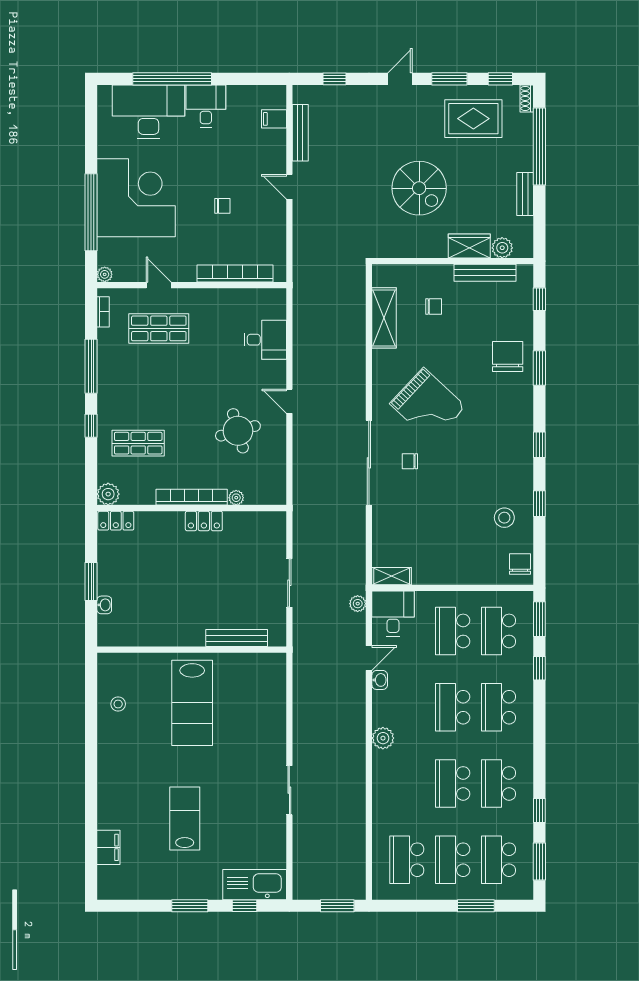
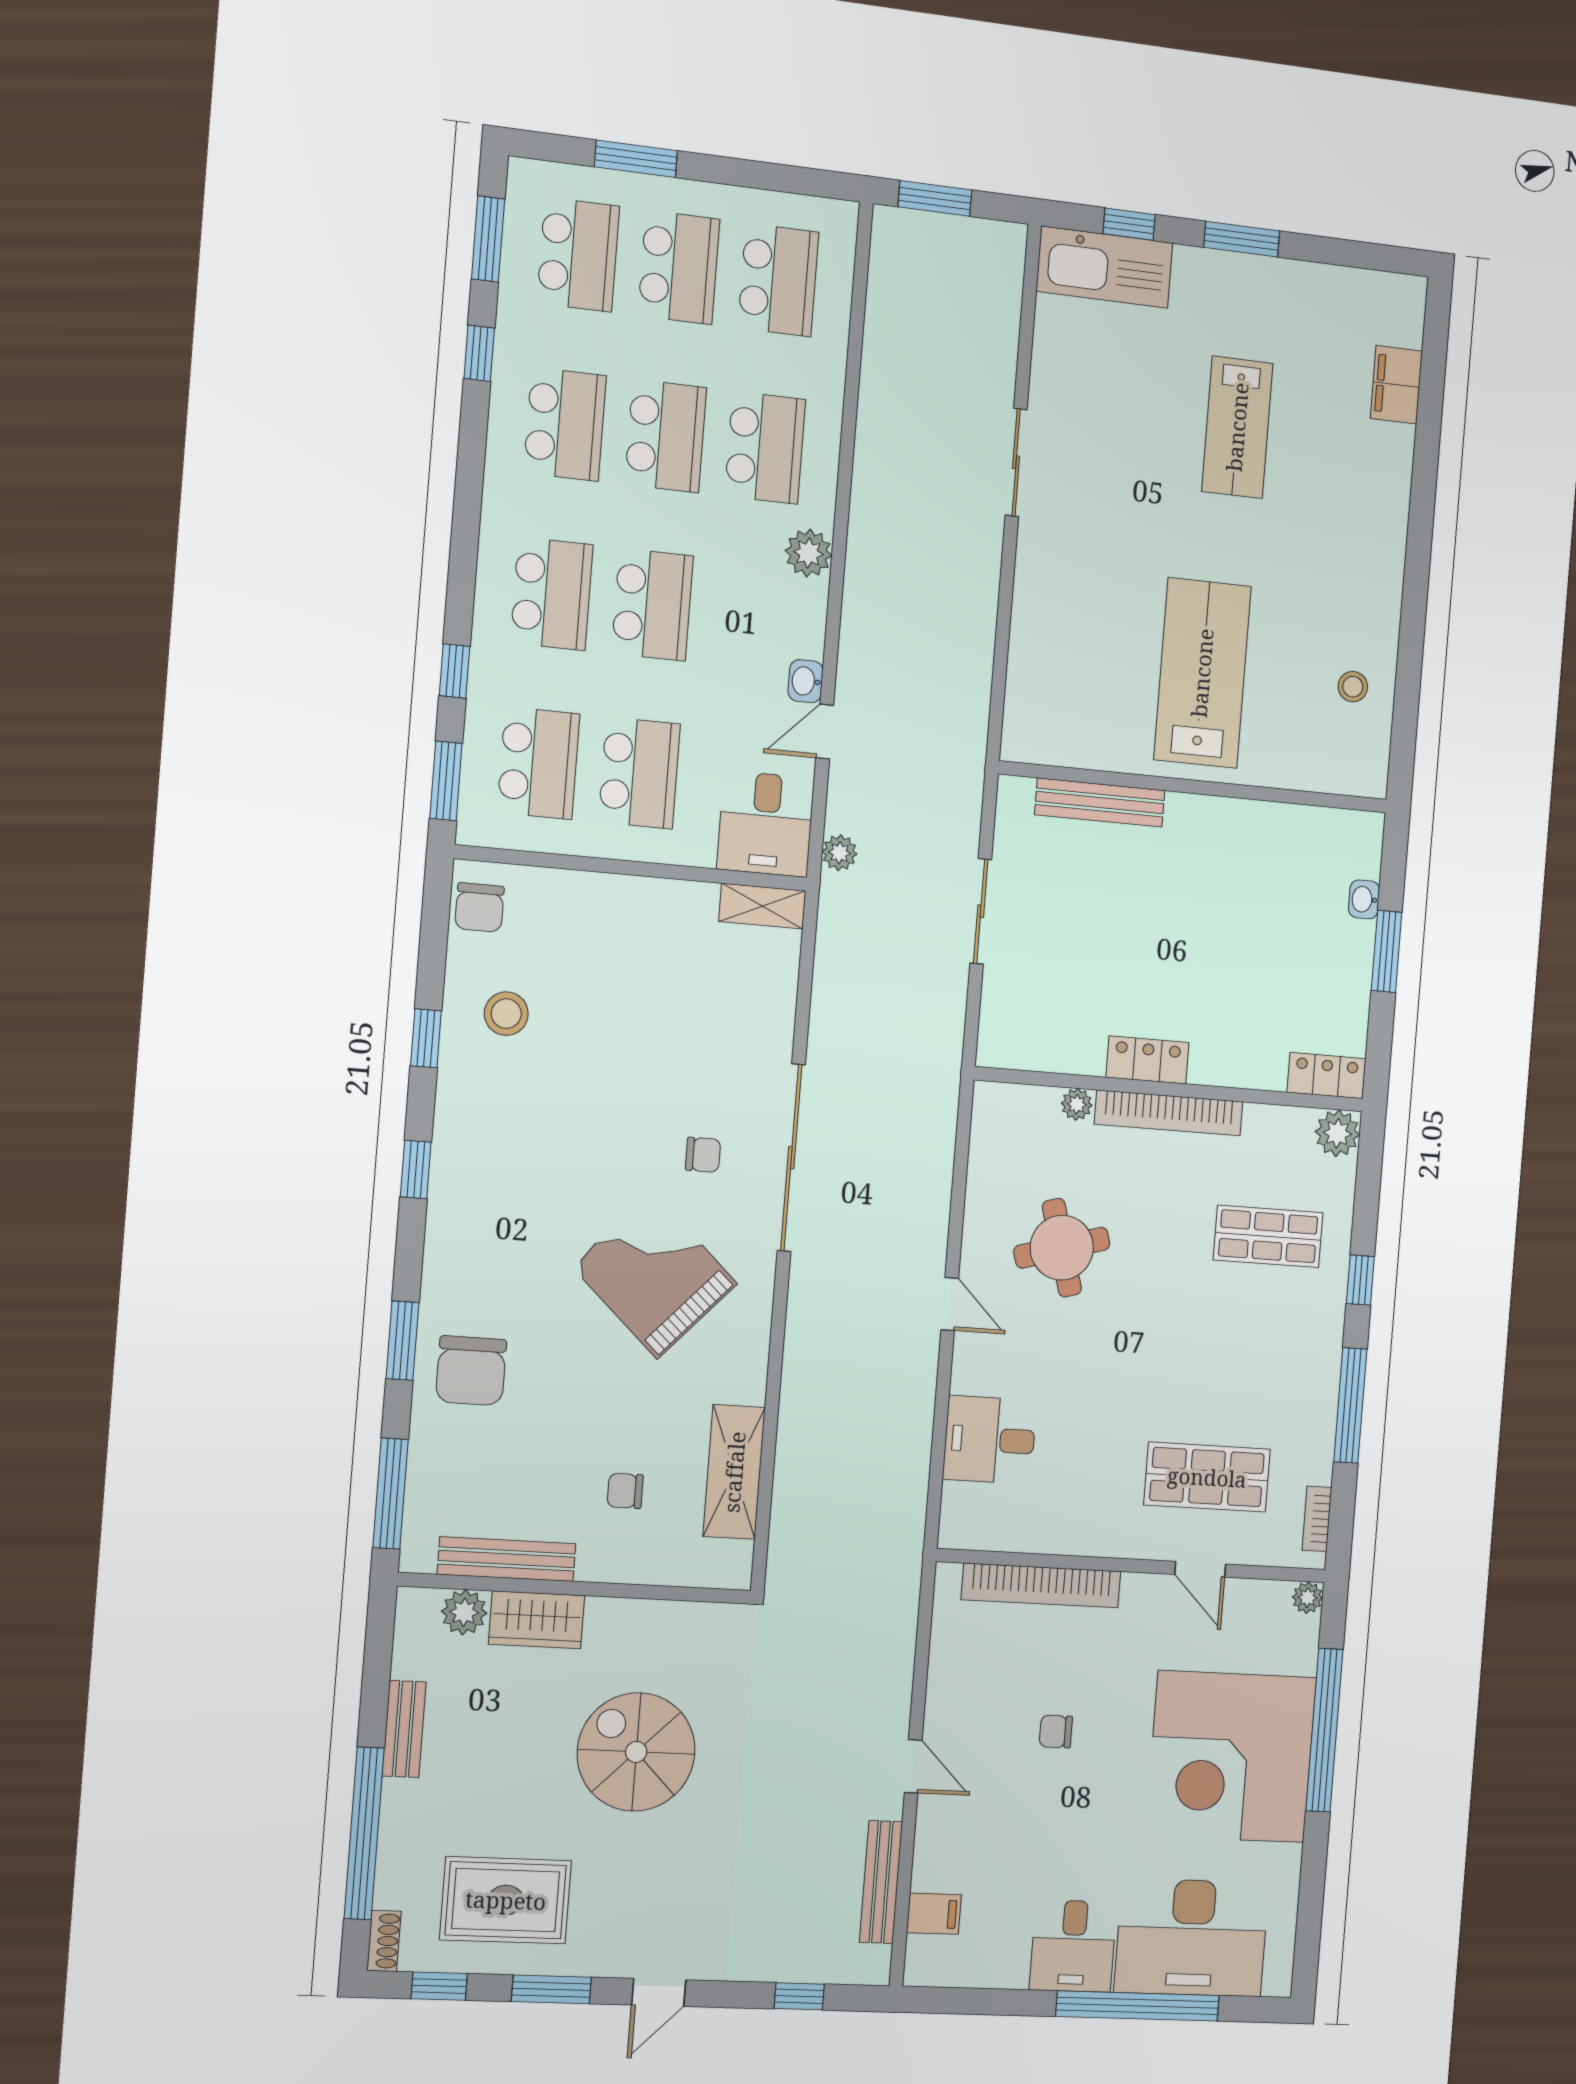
window: (539, 299) -> (390, 1494), width x2.17
school desk: (407, 783) -> (765, 448), added

